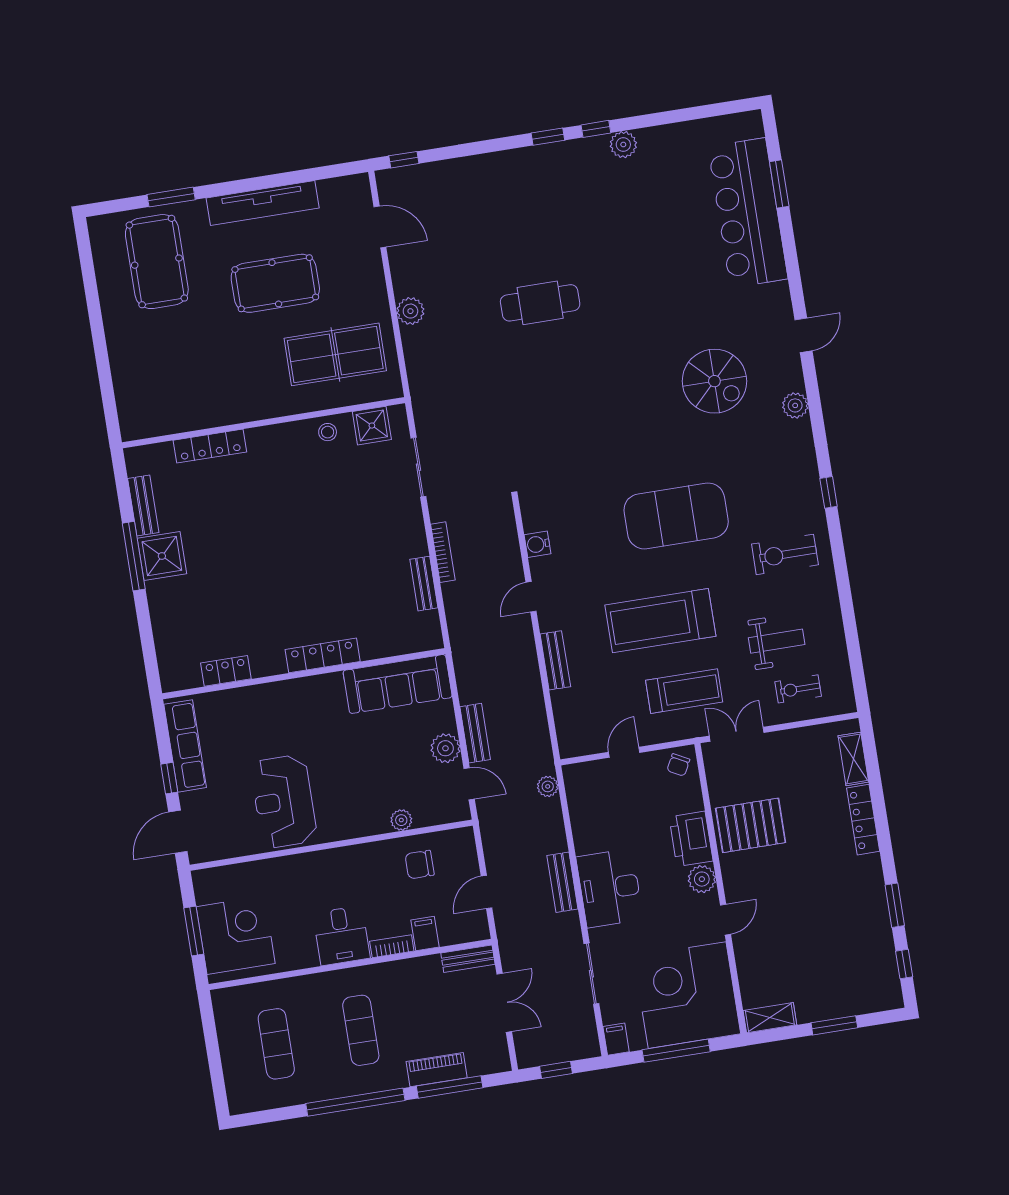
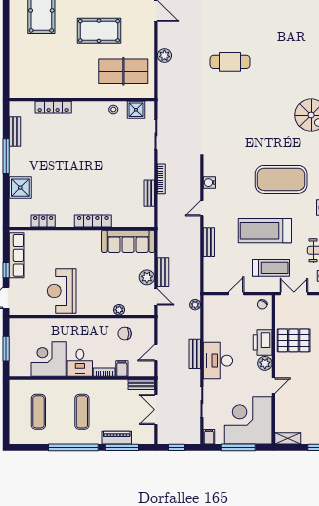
shower: (162, 556) -> (20, 188), moved
corner desk: (236, 935) -> (49, 359), moved, turned -90
double door: (504, 1003) -> (156, 410), swing flipped

